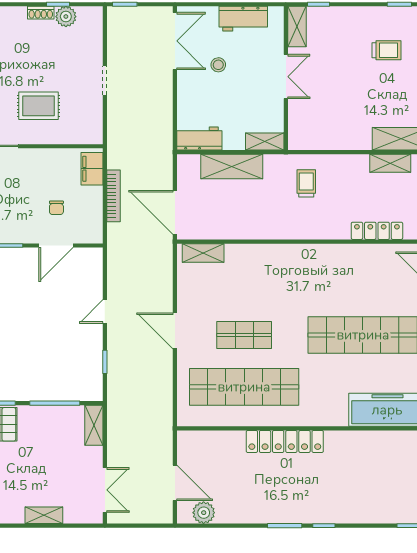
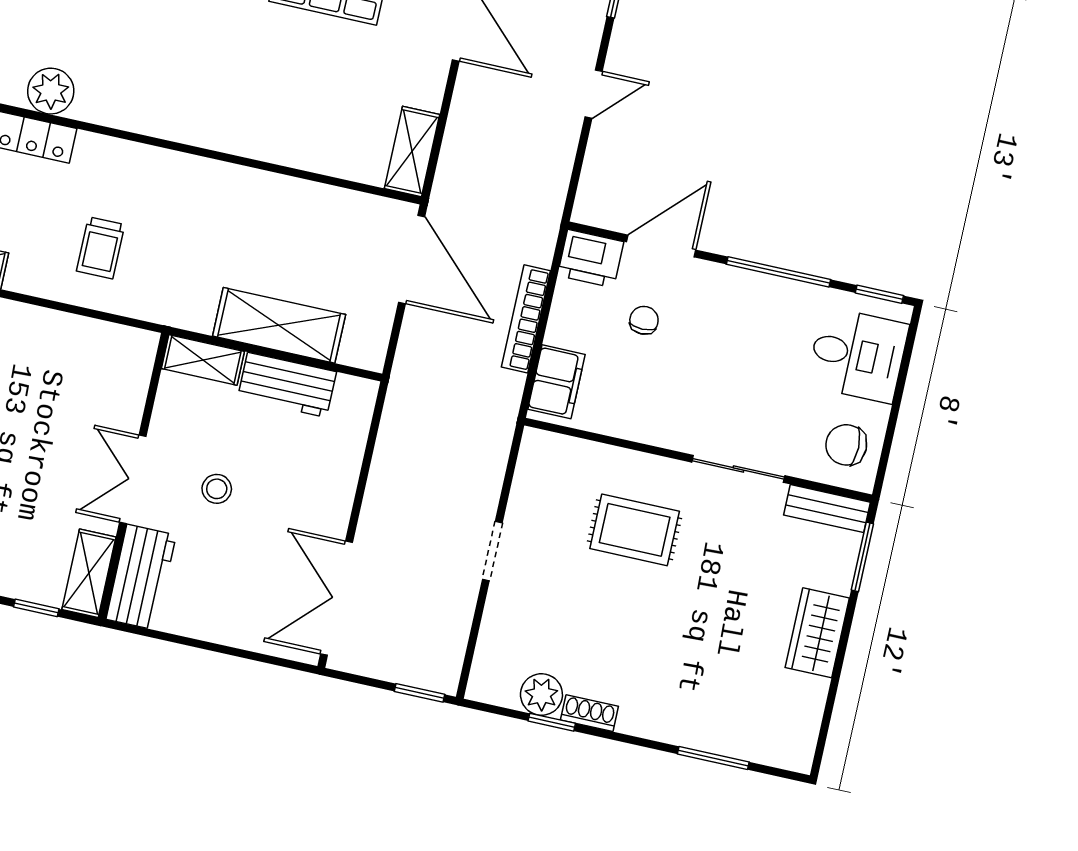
workbench: (243, 19) -> (141, 577), moved, turned 90
stool: (218, 65) -> (217, 489), moved
workbench: (199, 139) -> (287, 385), moved
trolley: (306, 183) -> (101, 248), moved
printer: (89, 232) -> (591, 259), added
shelving: (203, 253) -> (412, 152), moved, turned 90
plant: (367, 255) -> (51, 91), added

